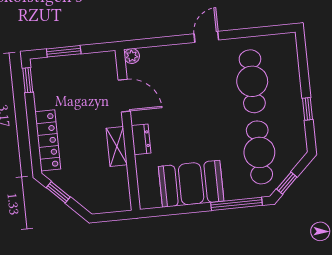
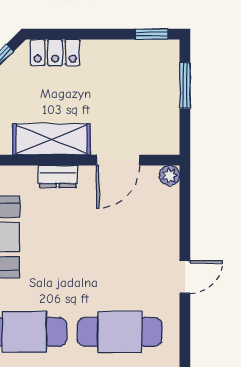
door: (206, 37) -> (185, 277), hinge flipped
locker: (48, 140) -> (55, 53), width x0.66
shelving: (117, 146) -> (51, 139), width x1.50, depth x1.33

